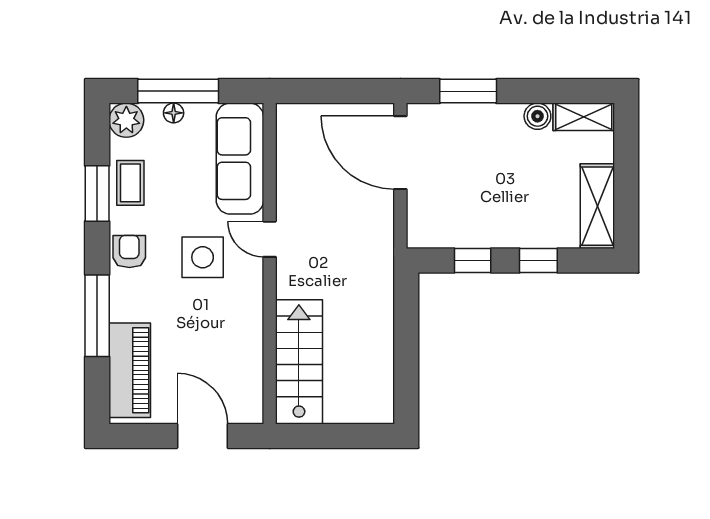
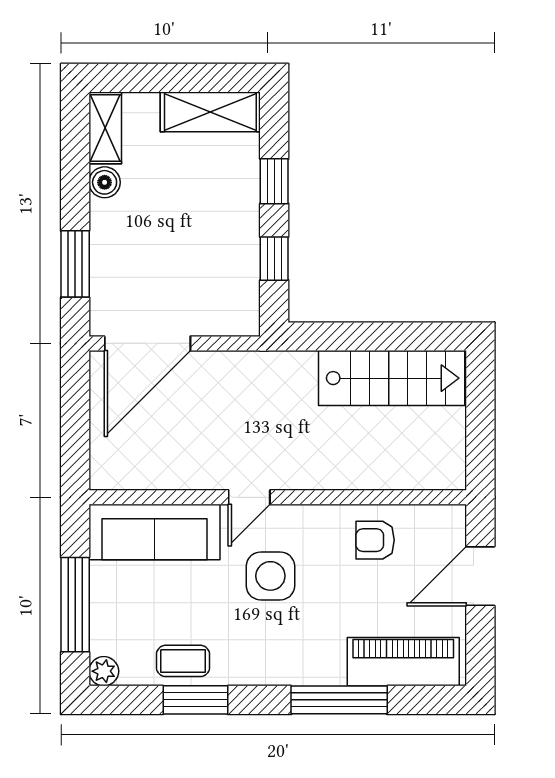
floor lamp: (174, 113) -> (101, 610), removed
plant: (126, 120) -> (104, 671), width x0.73, depth x0.73
armchair: (129, 251) -> (375, 540), moved
stairs: (299, 362) -> (392, 378), moved, turned 180

